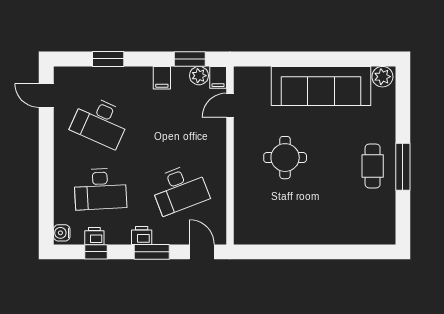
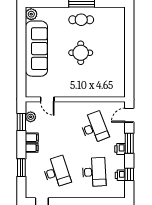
filing cabinet: (218, 77) -> (32, 148), moved
desk: (100, 122) -> (56, 172), turned -42
round table: (285, 158) -> (81, 53), moved
water cooler: (62, 233) -> (119, 194), removed

